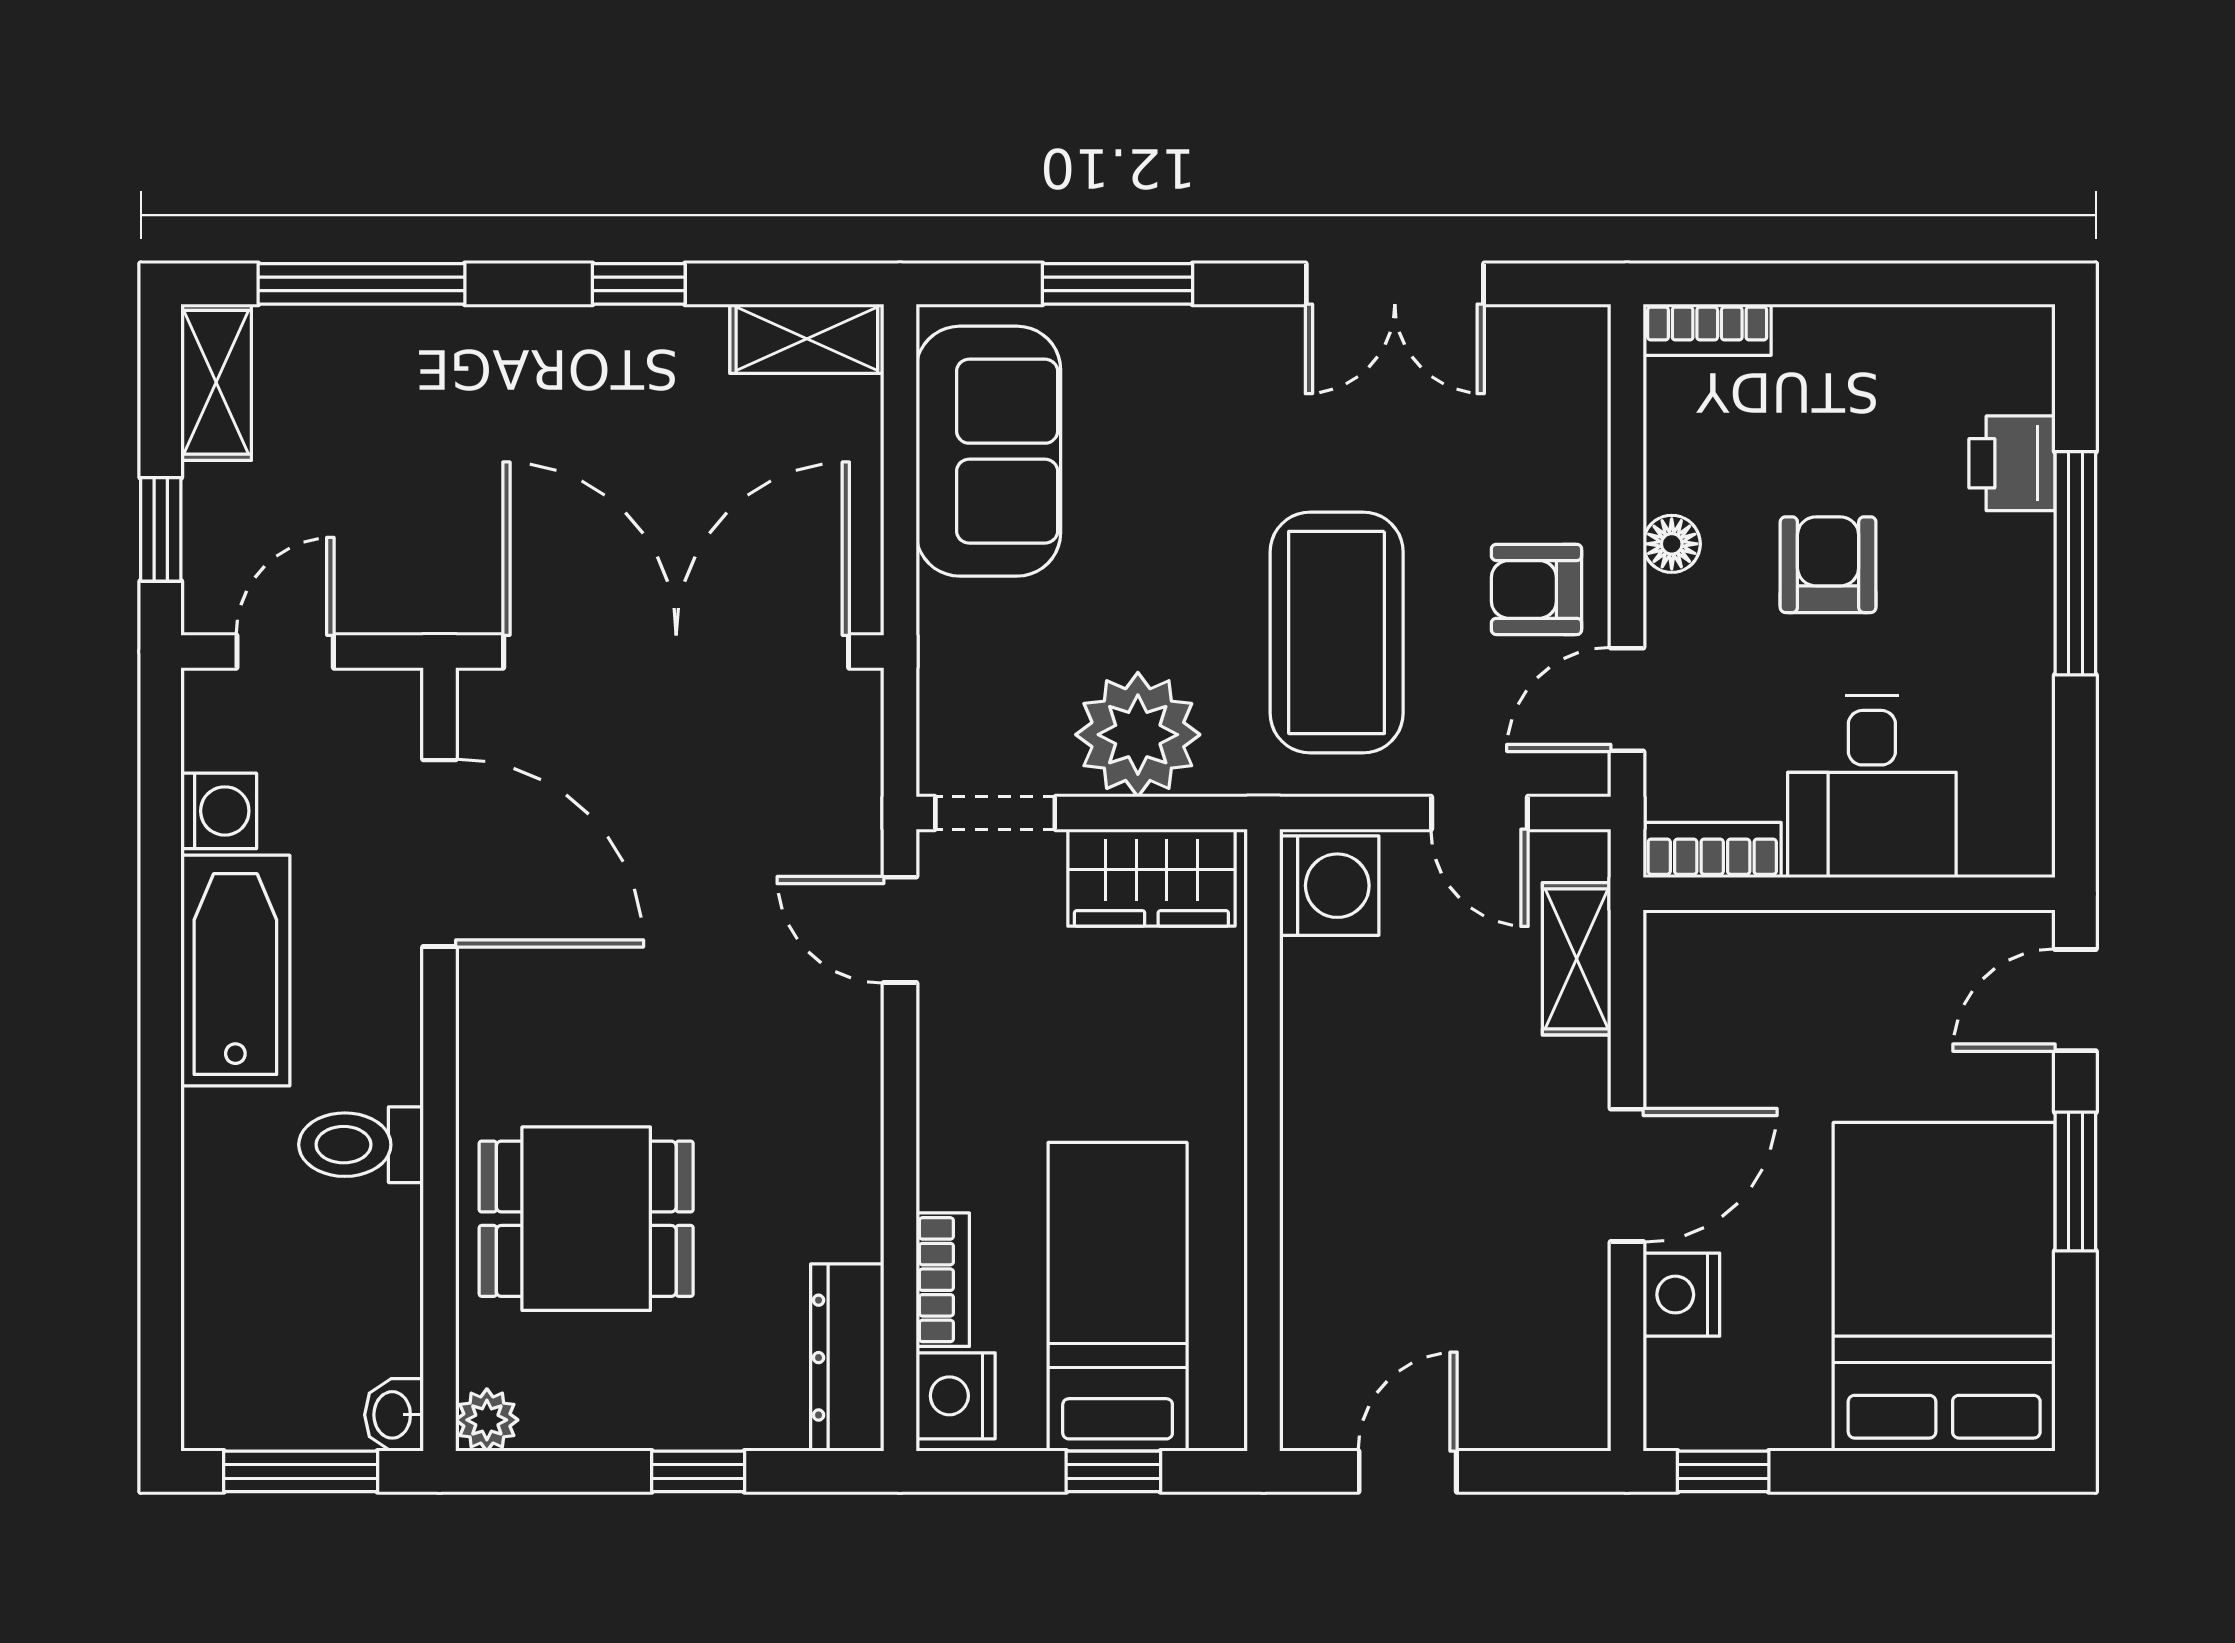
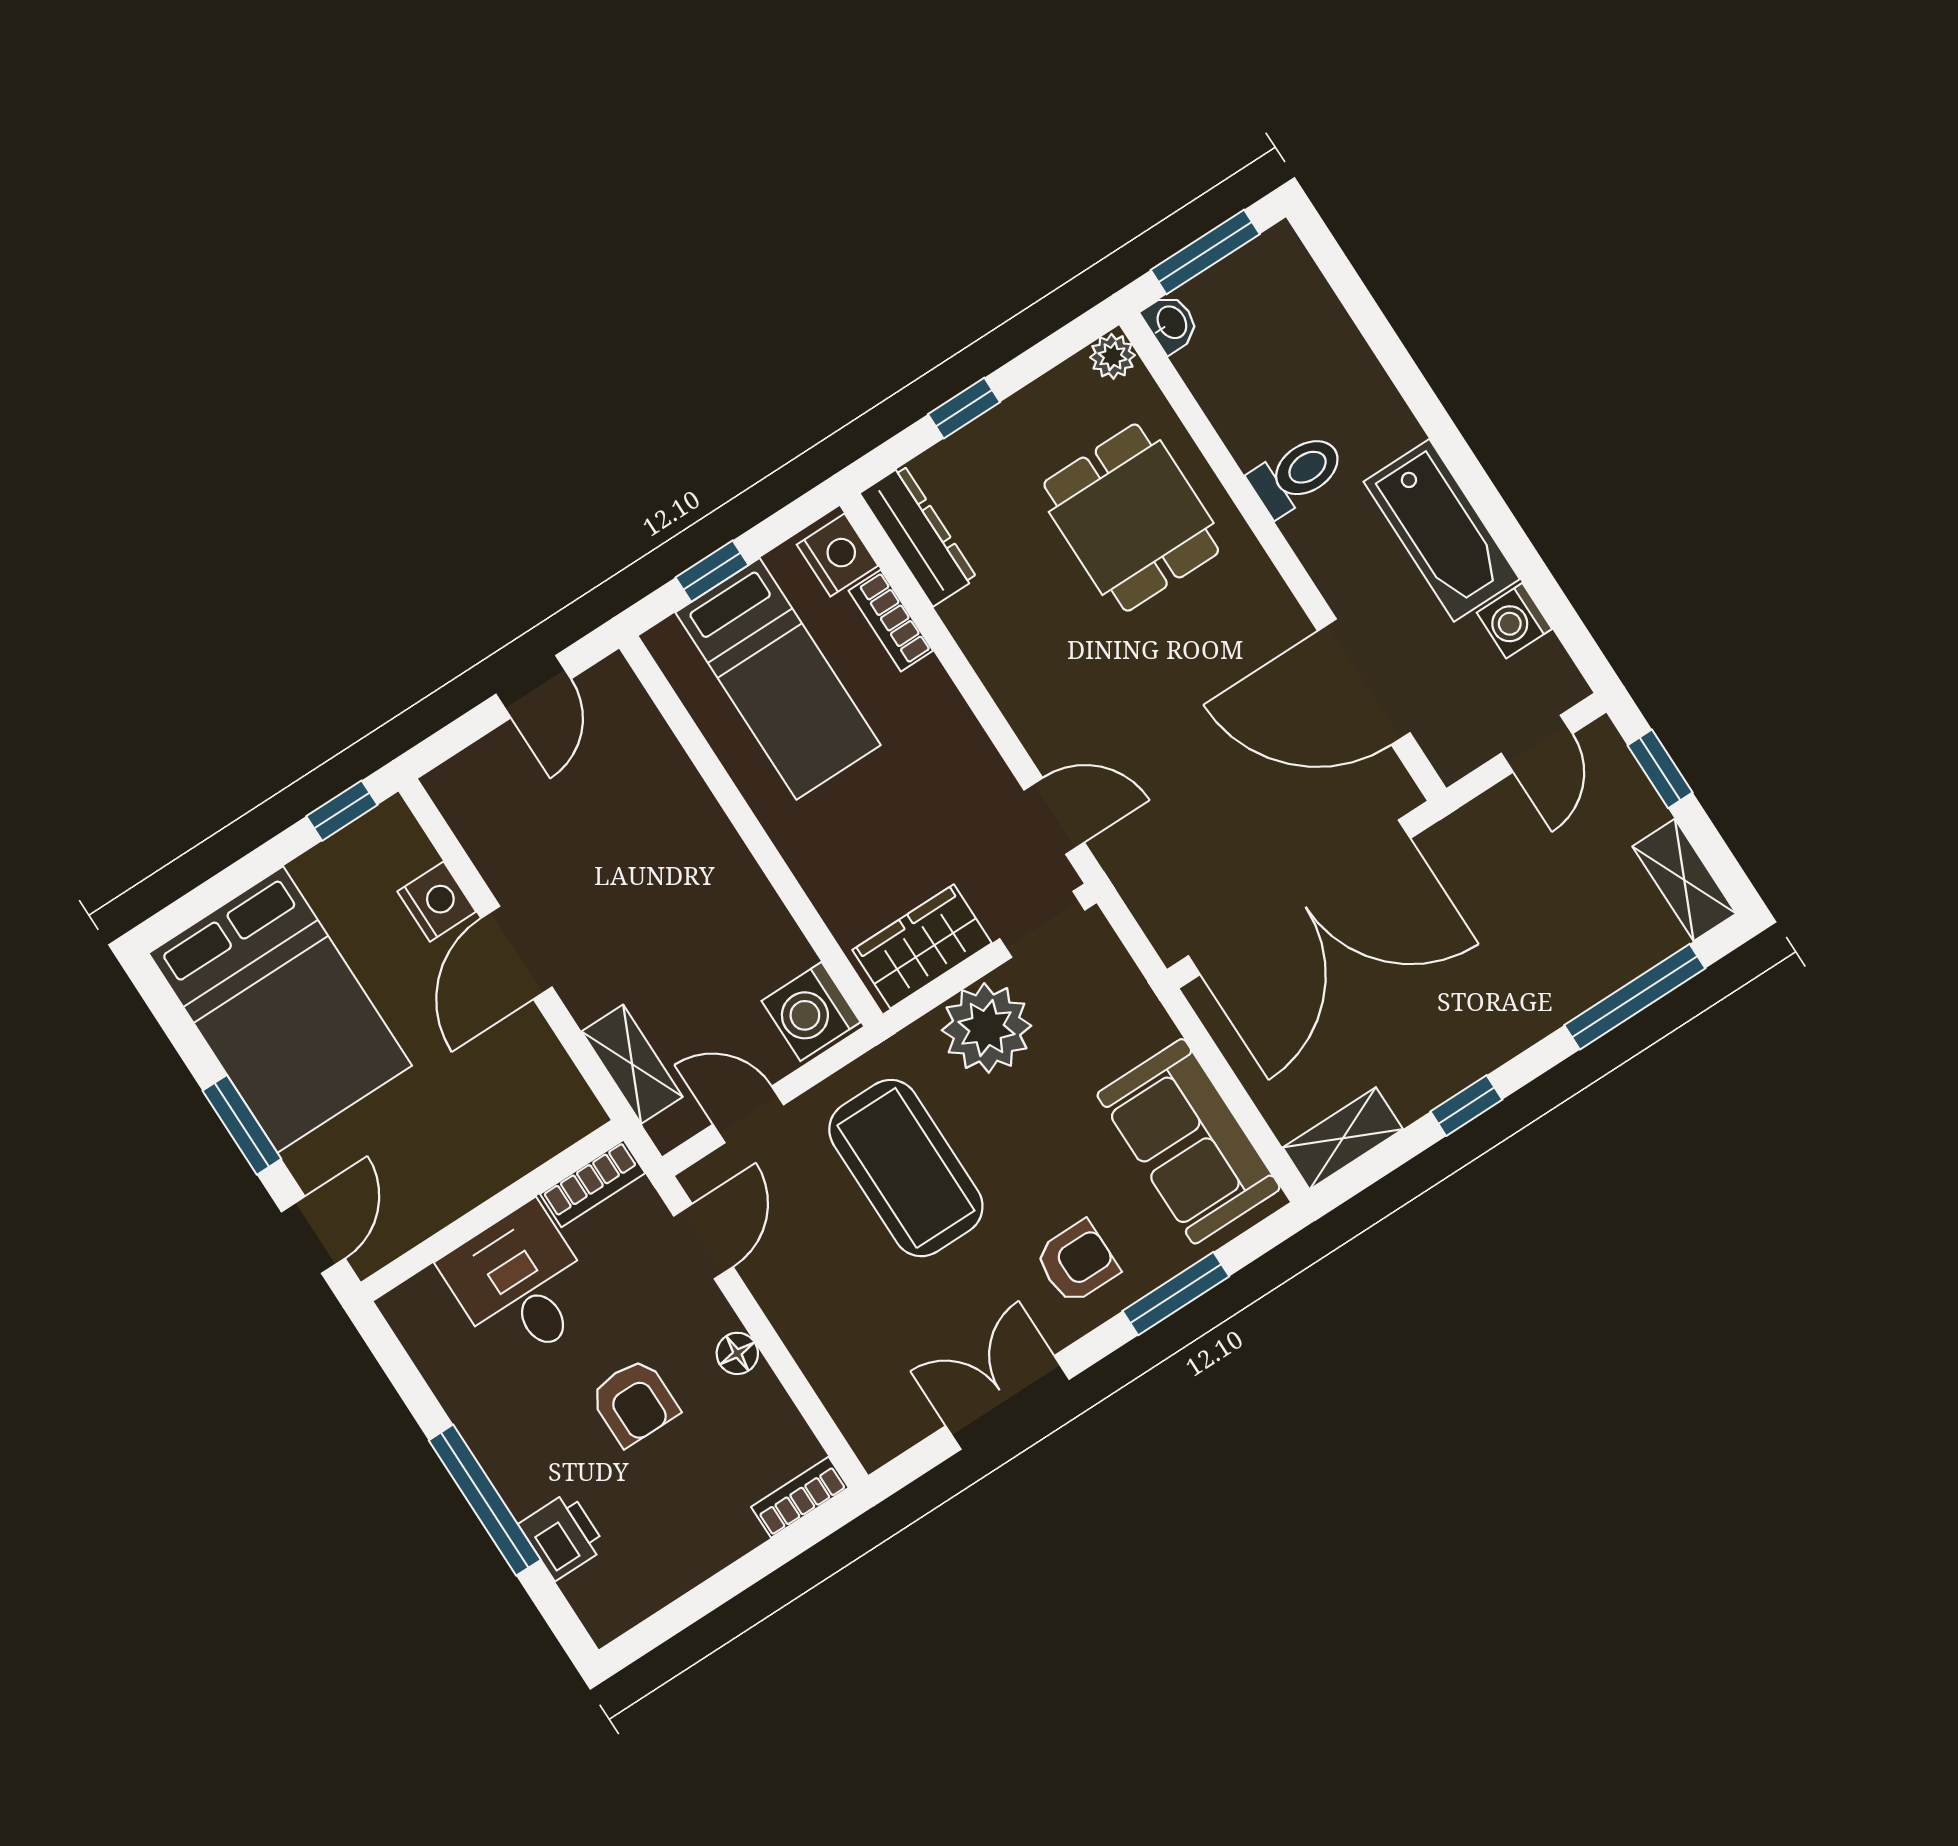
armchair: (1537, 589) -> (1077, 1262), moved
dining table: (586, 1219) -> (1131, 518), turned 90

